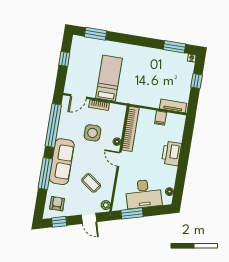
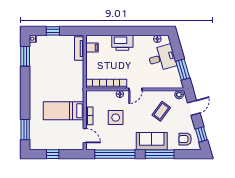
filing cabinet: (161, 118) -> (92, 47), moved
sofa: (62, 162) -> (152, 141), width x0.73
desk: (144, 194) -> (162, 58), width x0.73

